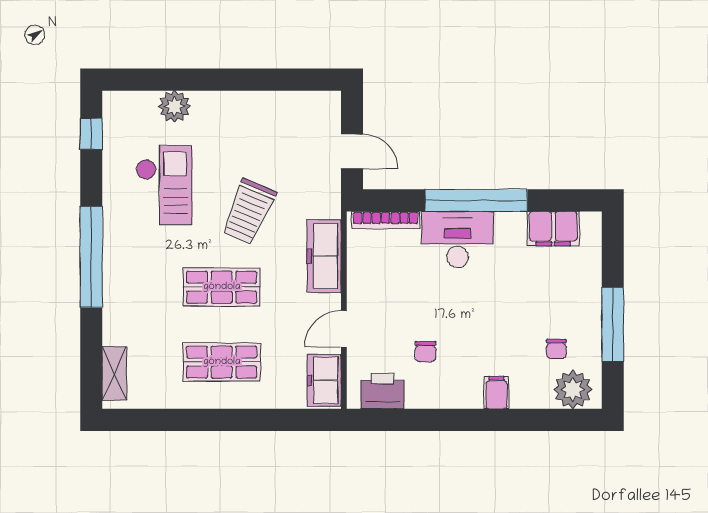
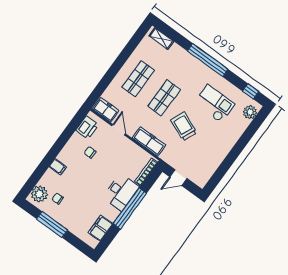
plant: (175, 106) -> (250, 112), moved
checkout: (164, 185) -> (214, 104), turned 180

